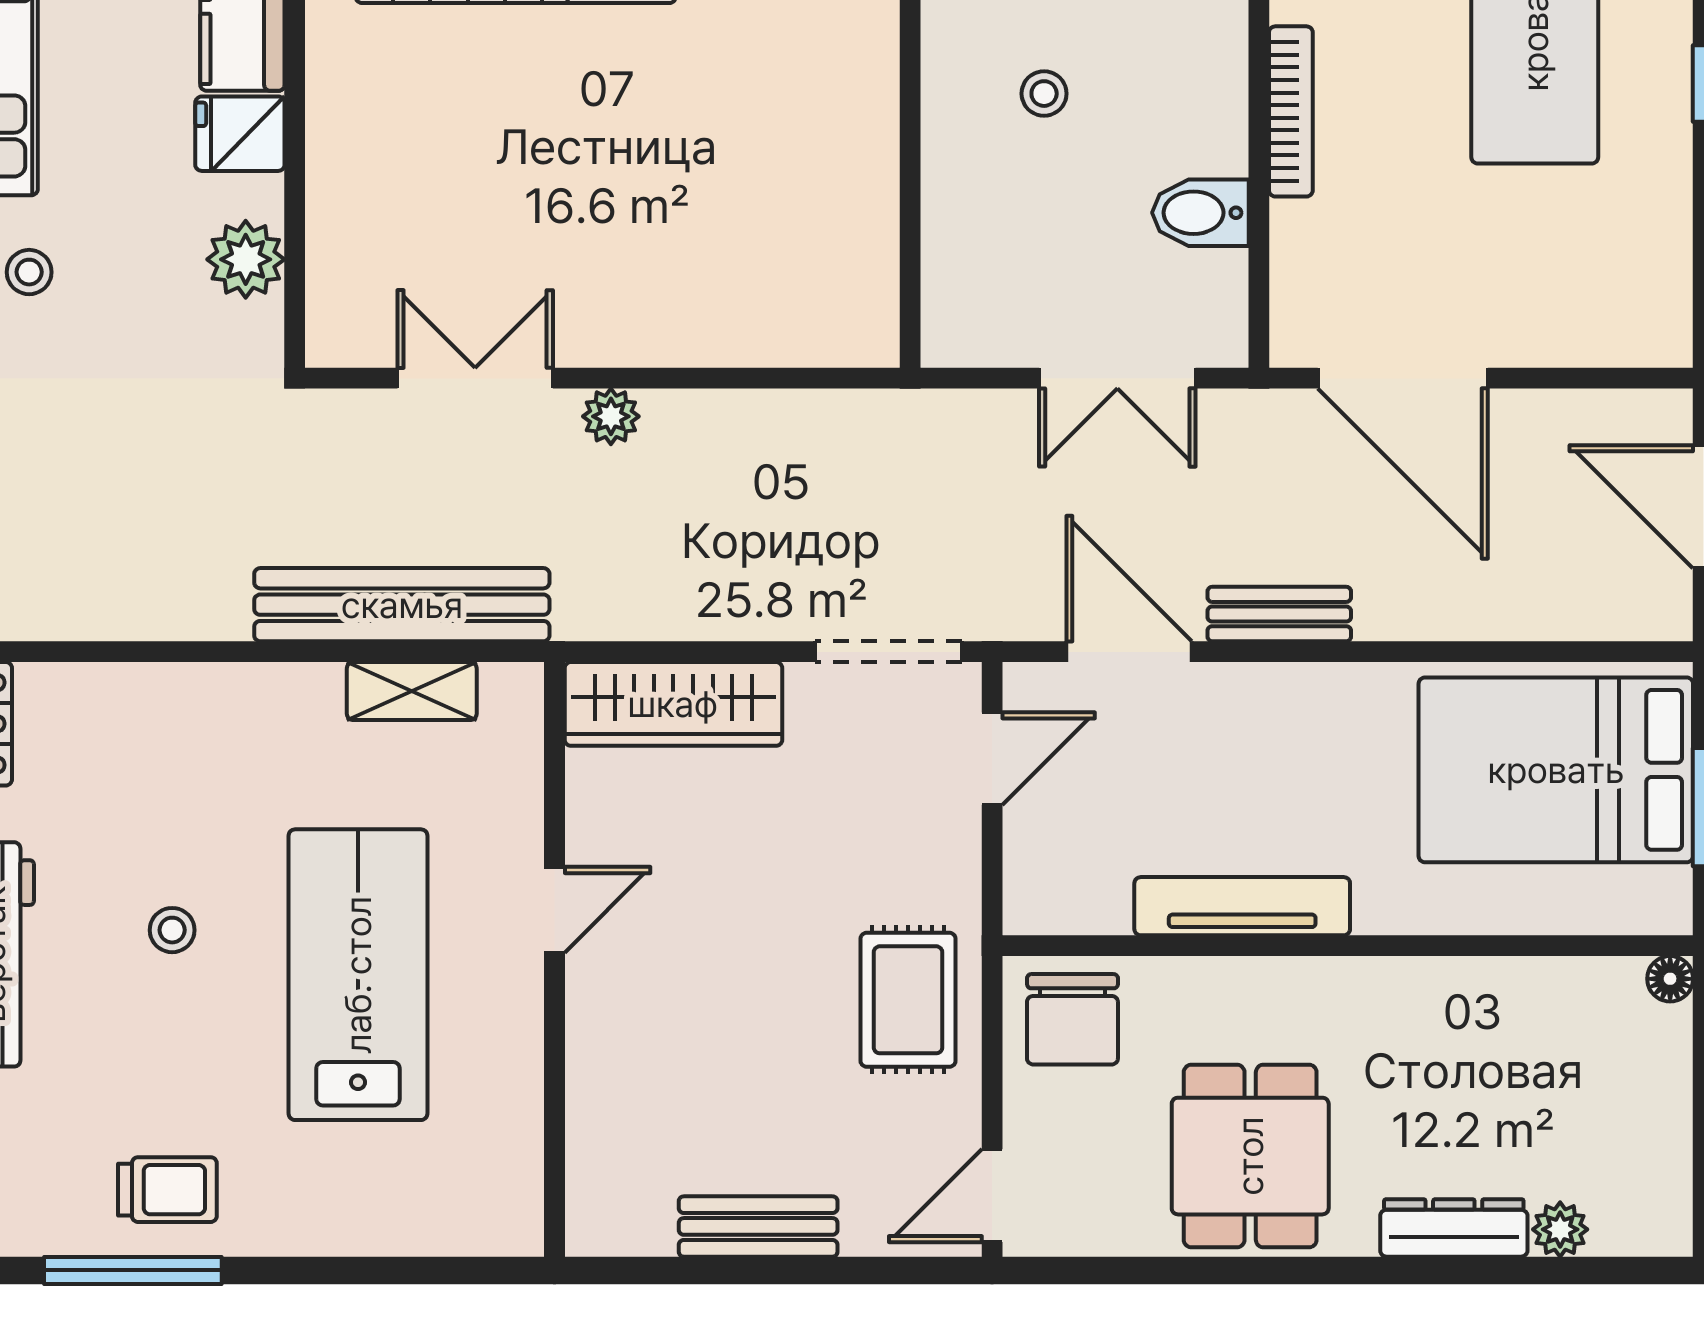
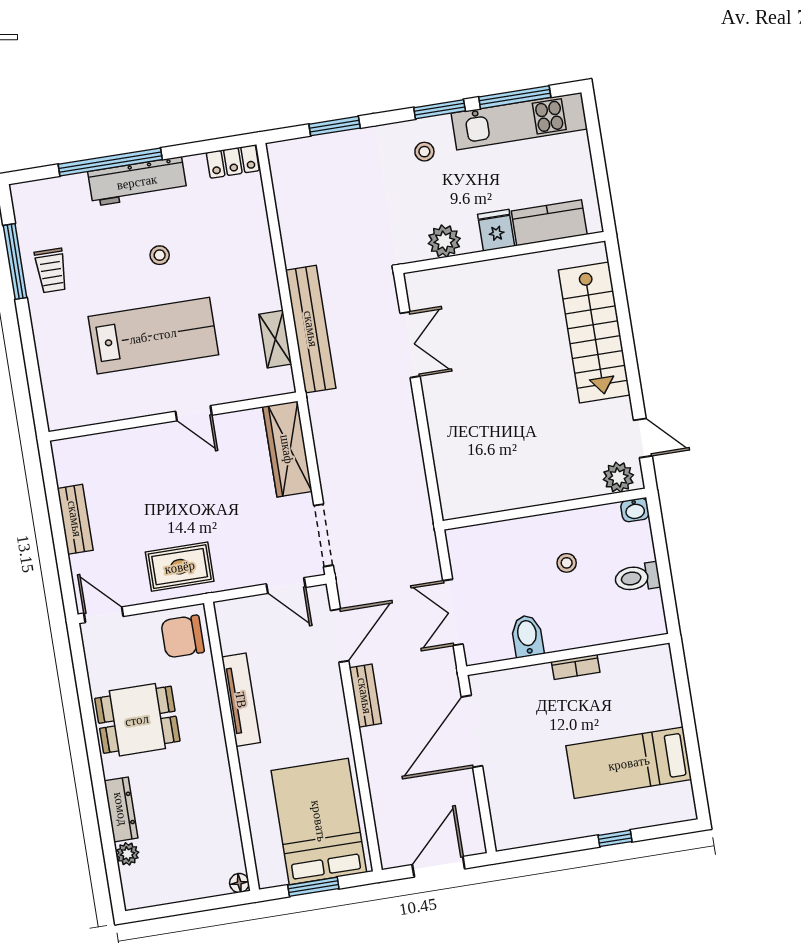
bookcase: (1291, 111) -> (576, 667), width x0.64
plant: (611, 416) -> (403, 404), removed

